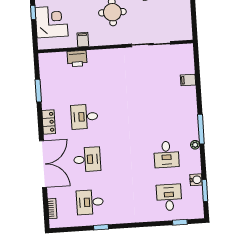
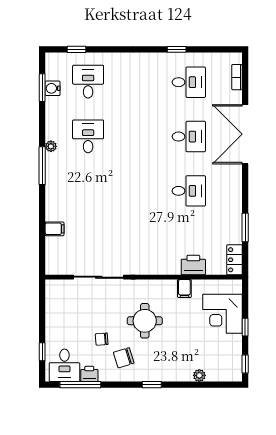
locker: (49, 122) -> (234, 260), moved
desk: (87, 159) -> (189, 137), turned 180
water cooler: (196, 180) -> (53, 88), moved
desk: (169, 197) -> (88, 82), turned 180

